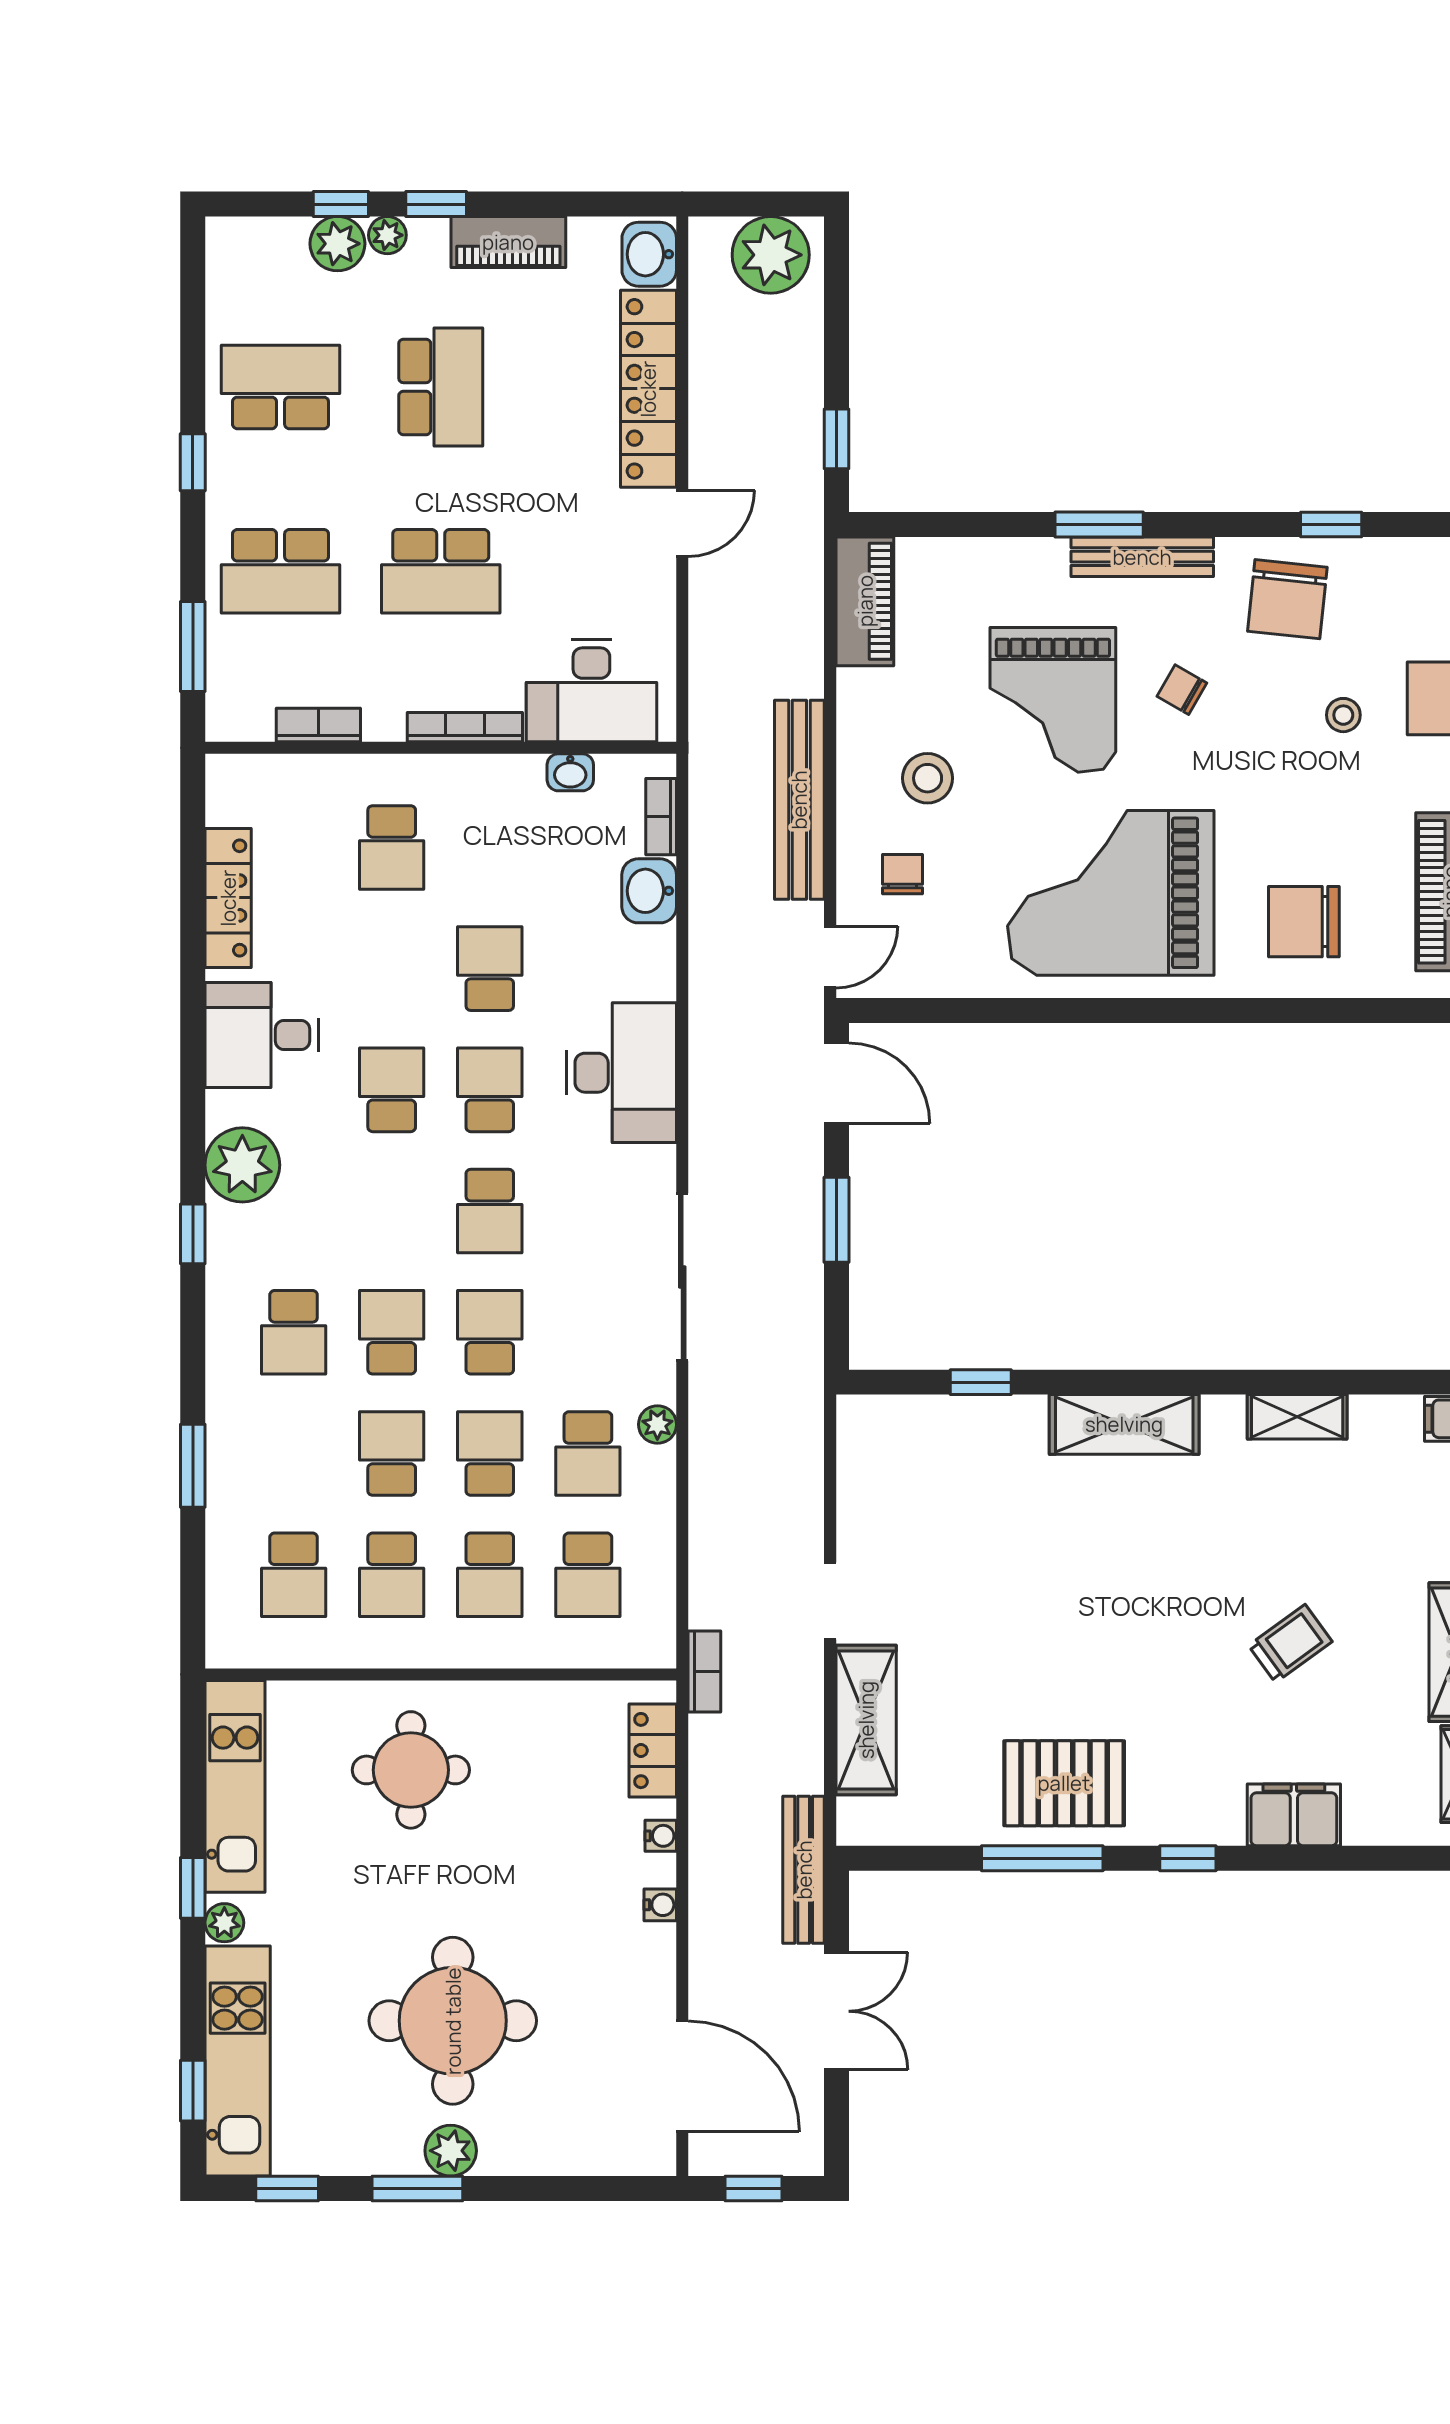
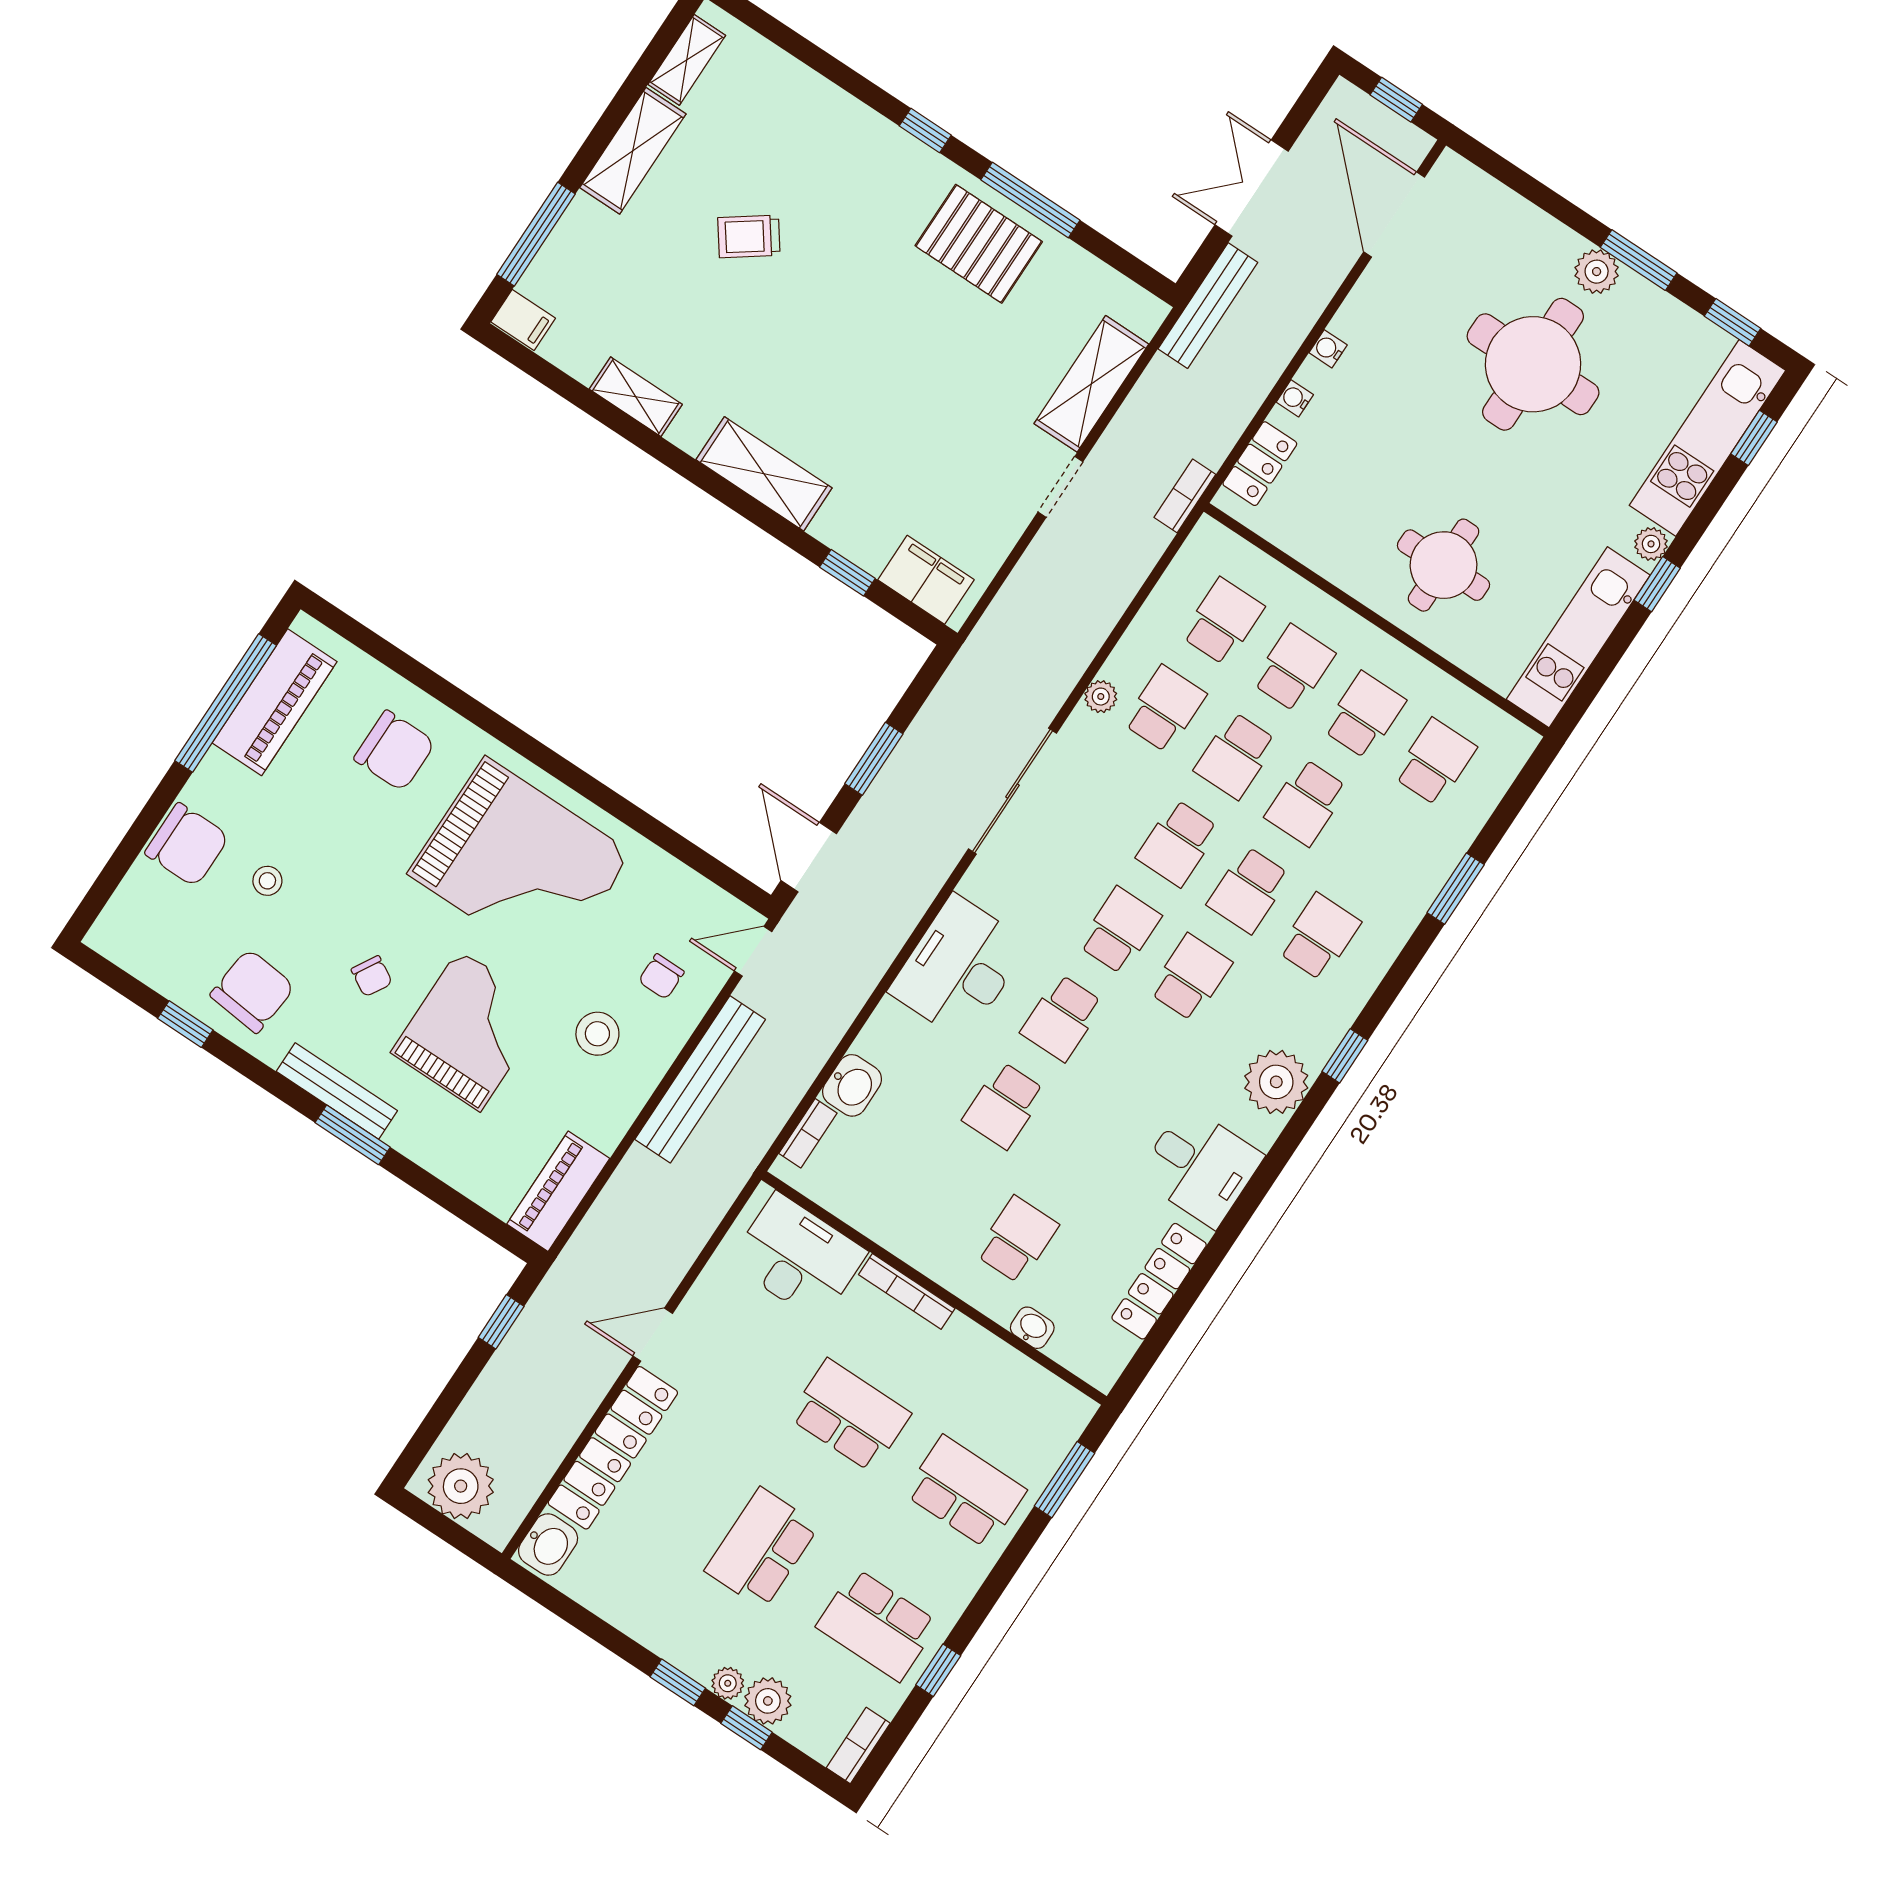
piano: (508, 242) -> (644, 1621), removed
window: (193, 462) -> (938, 1670), moved
bookcase: (318, 725) -> (858, 1745), moved, turned 90
washbasin: (570, 772) -> (1032, 1328), moved
school desk: (392, 1090) -> (1191, 977), moved, turned 180
filing cabinet: (1294, 1815) -> (926, 580), moved, turned 180

